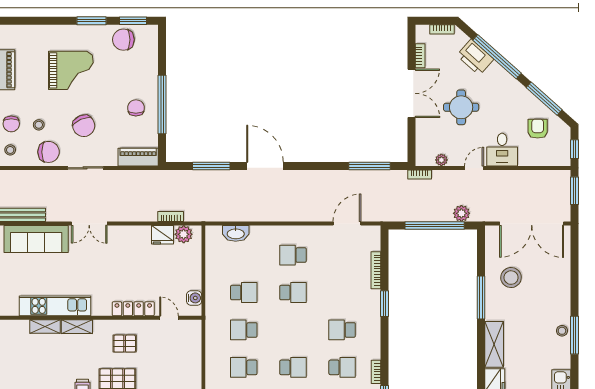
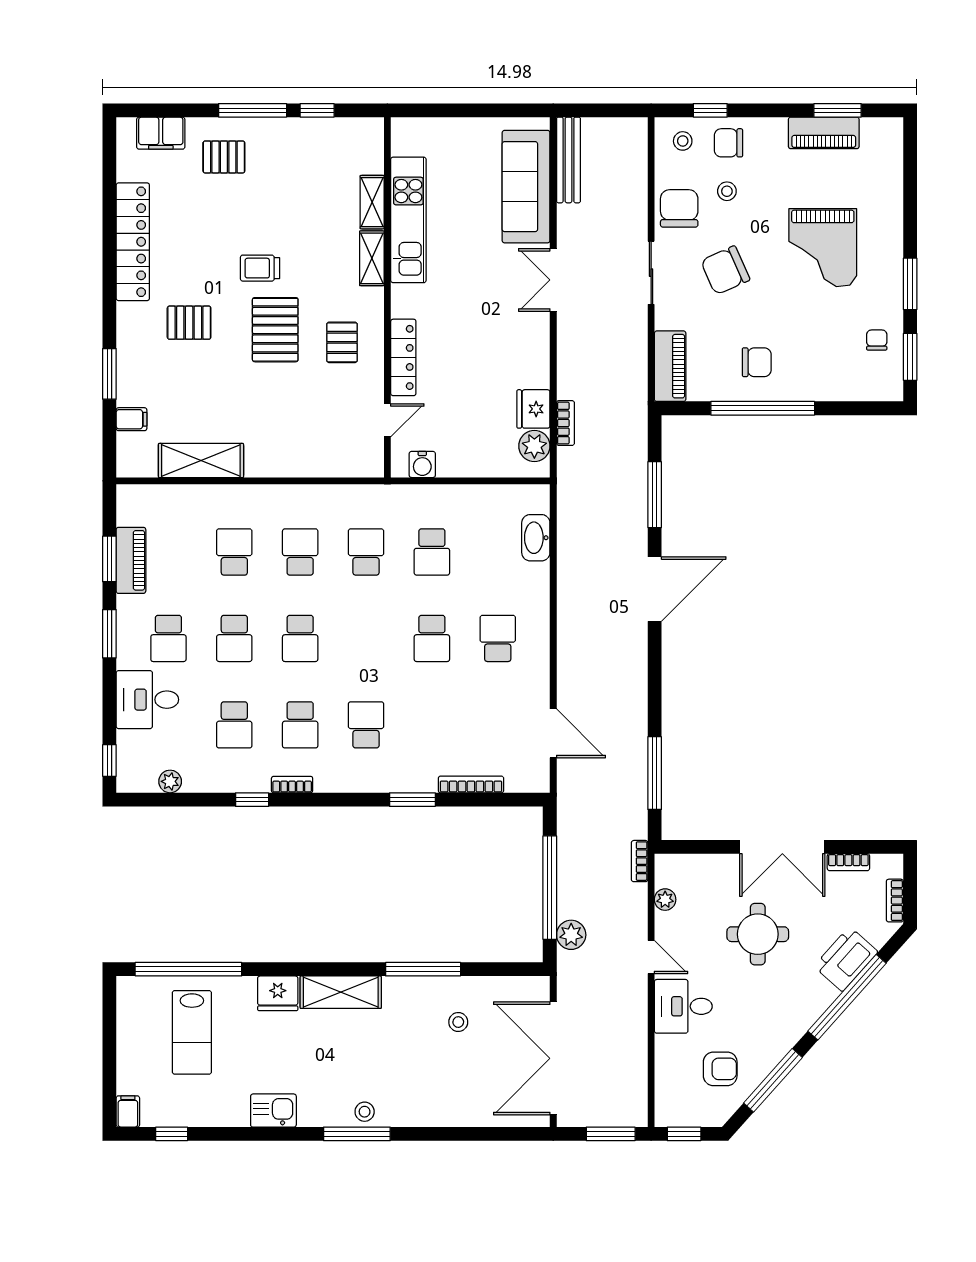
chair: (123, 40) -> (877, 340), width x0.54, depth x0.54
chair: (49, 152) -> (679, 208), turned 180
stool: (511, 278) -> (458, 1022), width x0.53, depth x0.53

